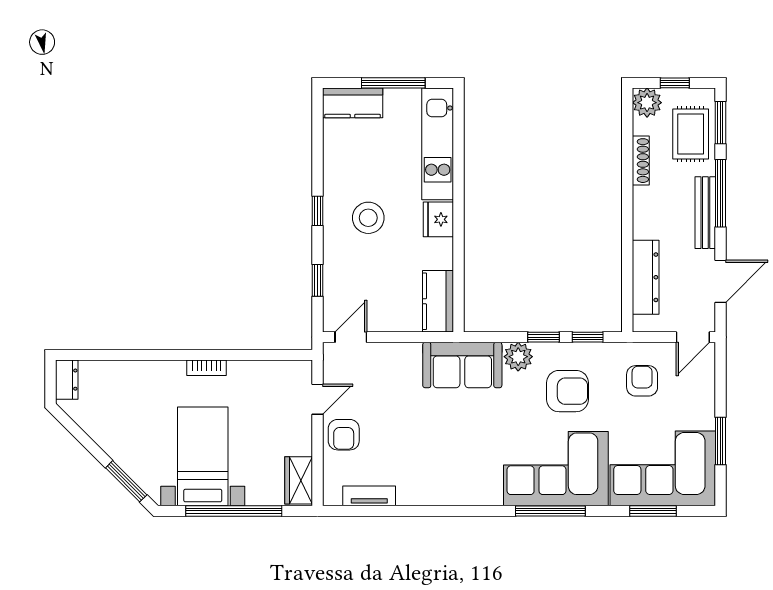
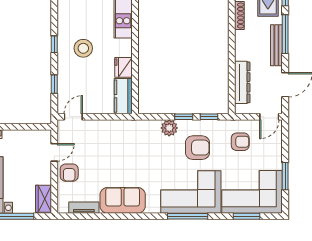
fridge: (438, 219) -> (124, 67), moved
sofa: (462, 365) -> (123, 200), moved, turned 180
armchair: (642, 381) -> (240, 142), turned 90

